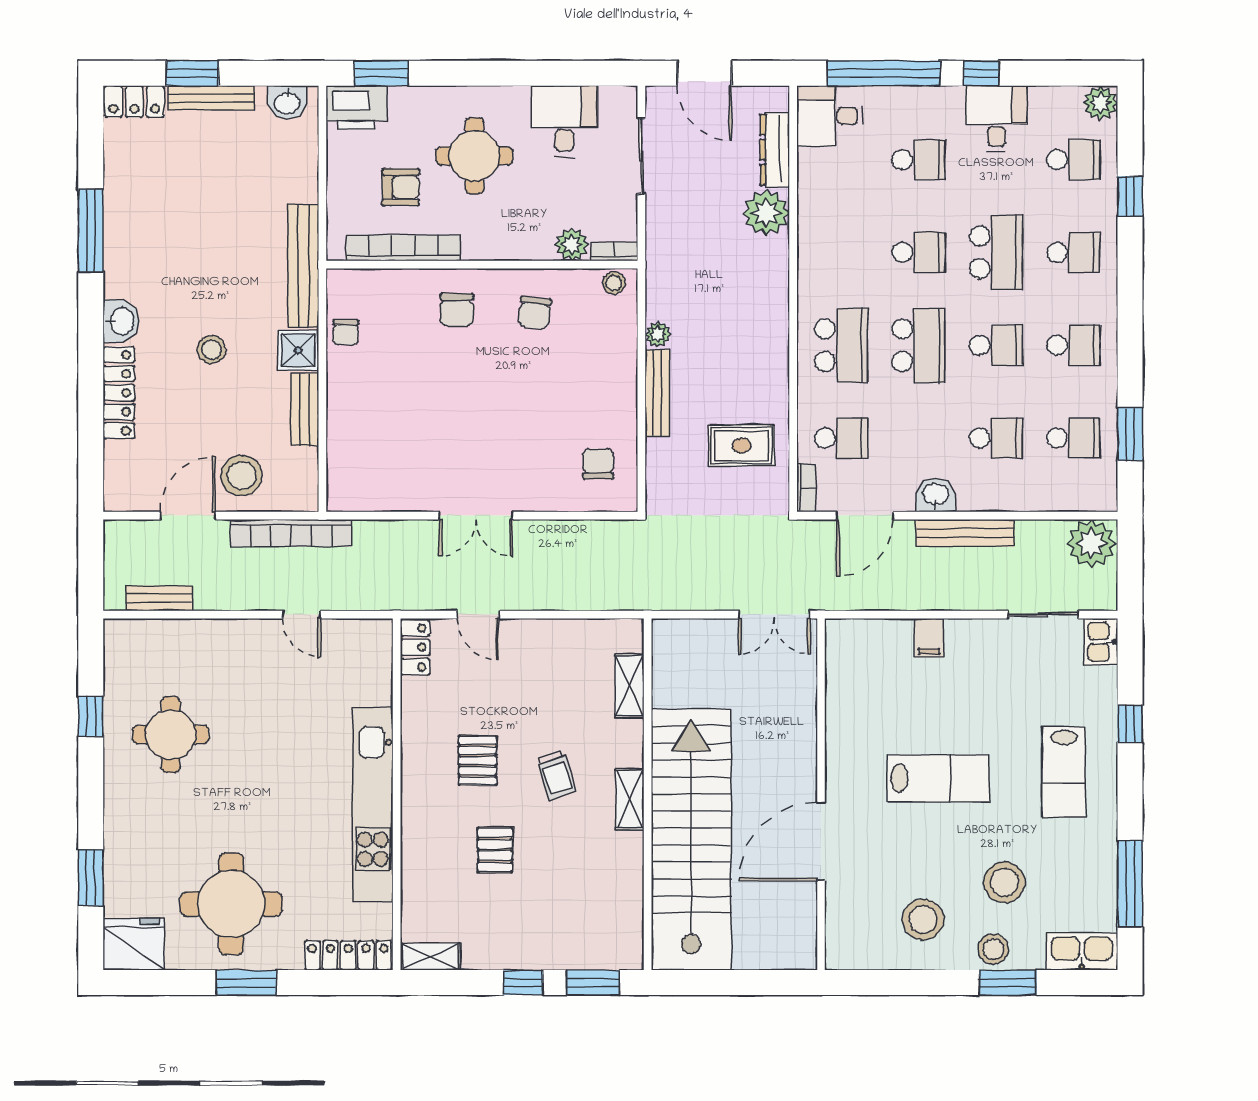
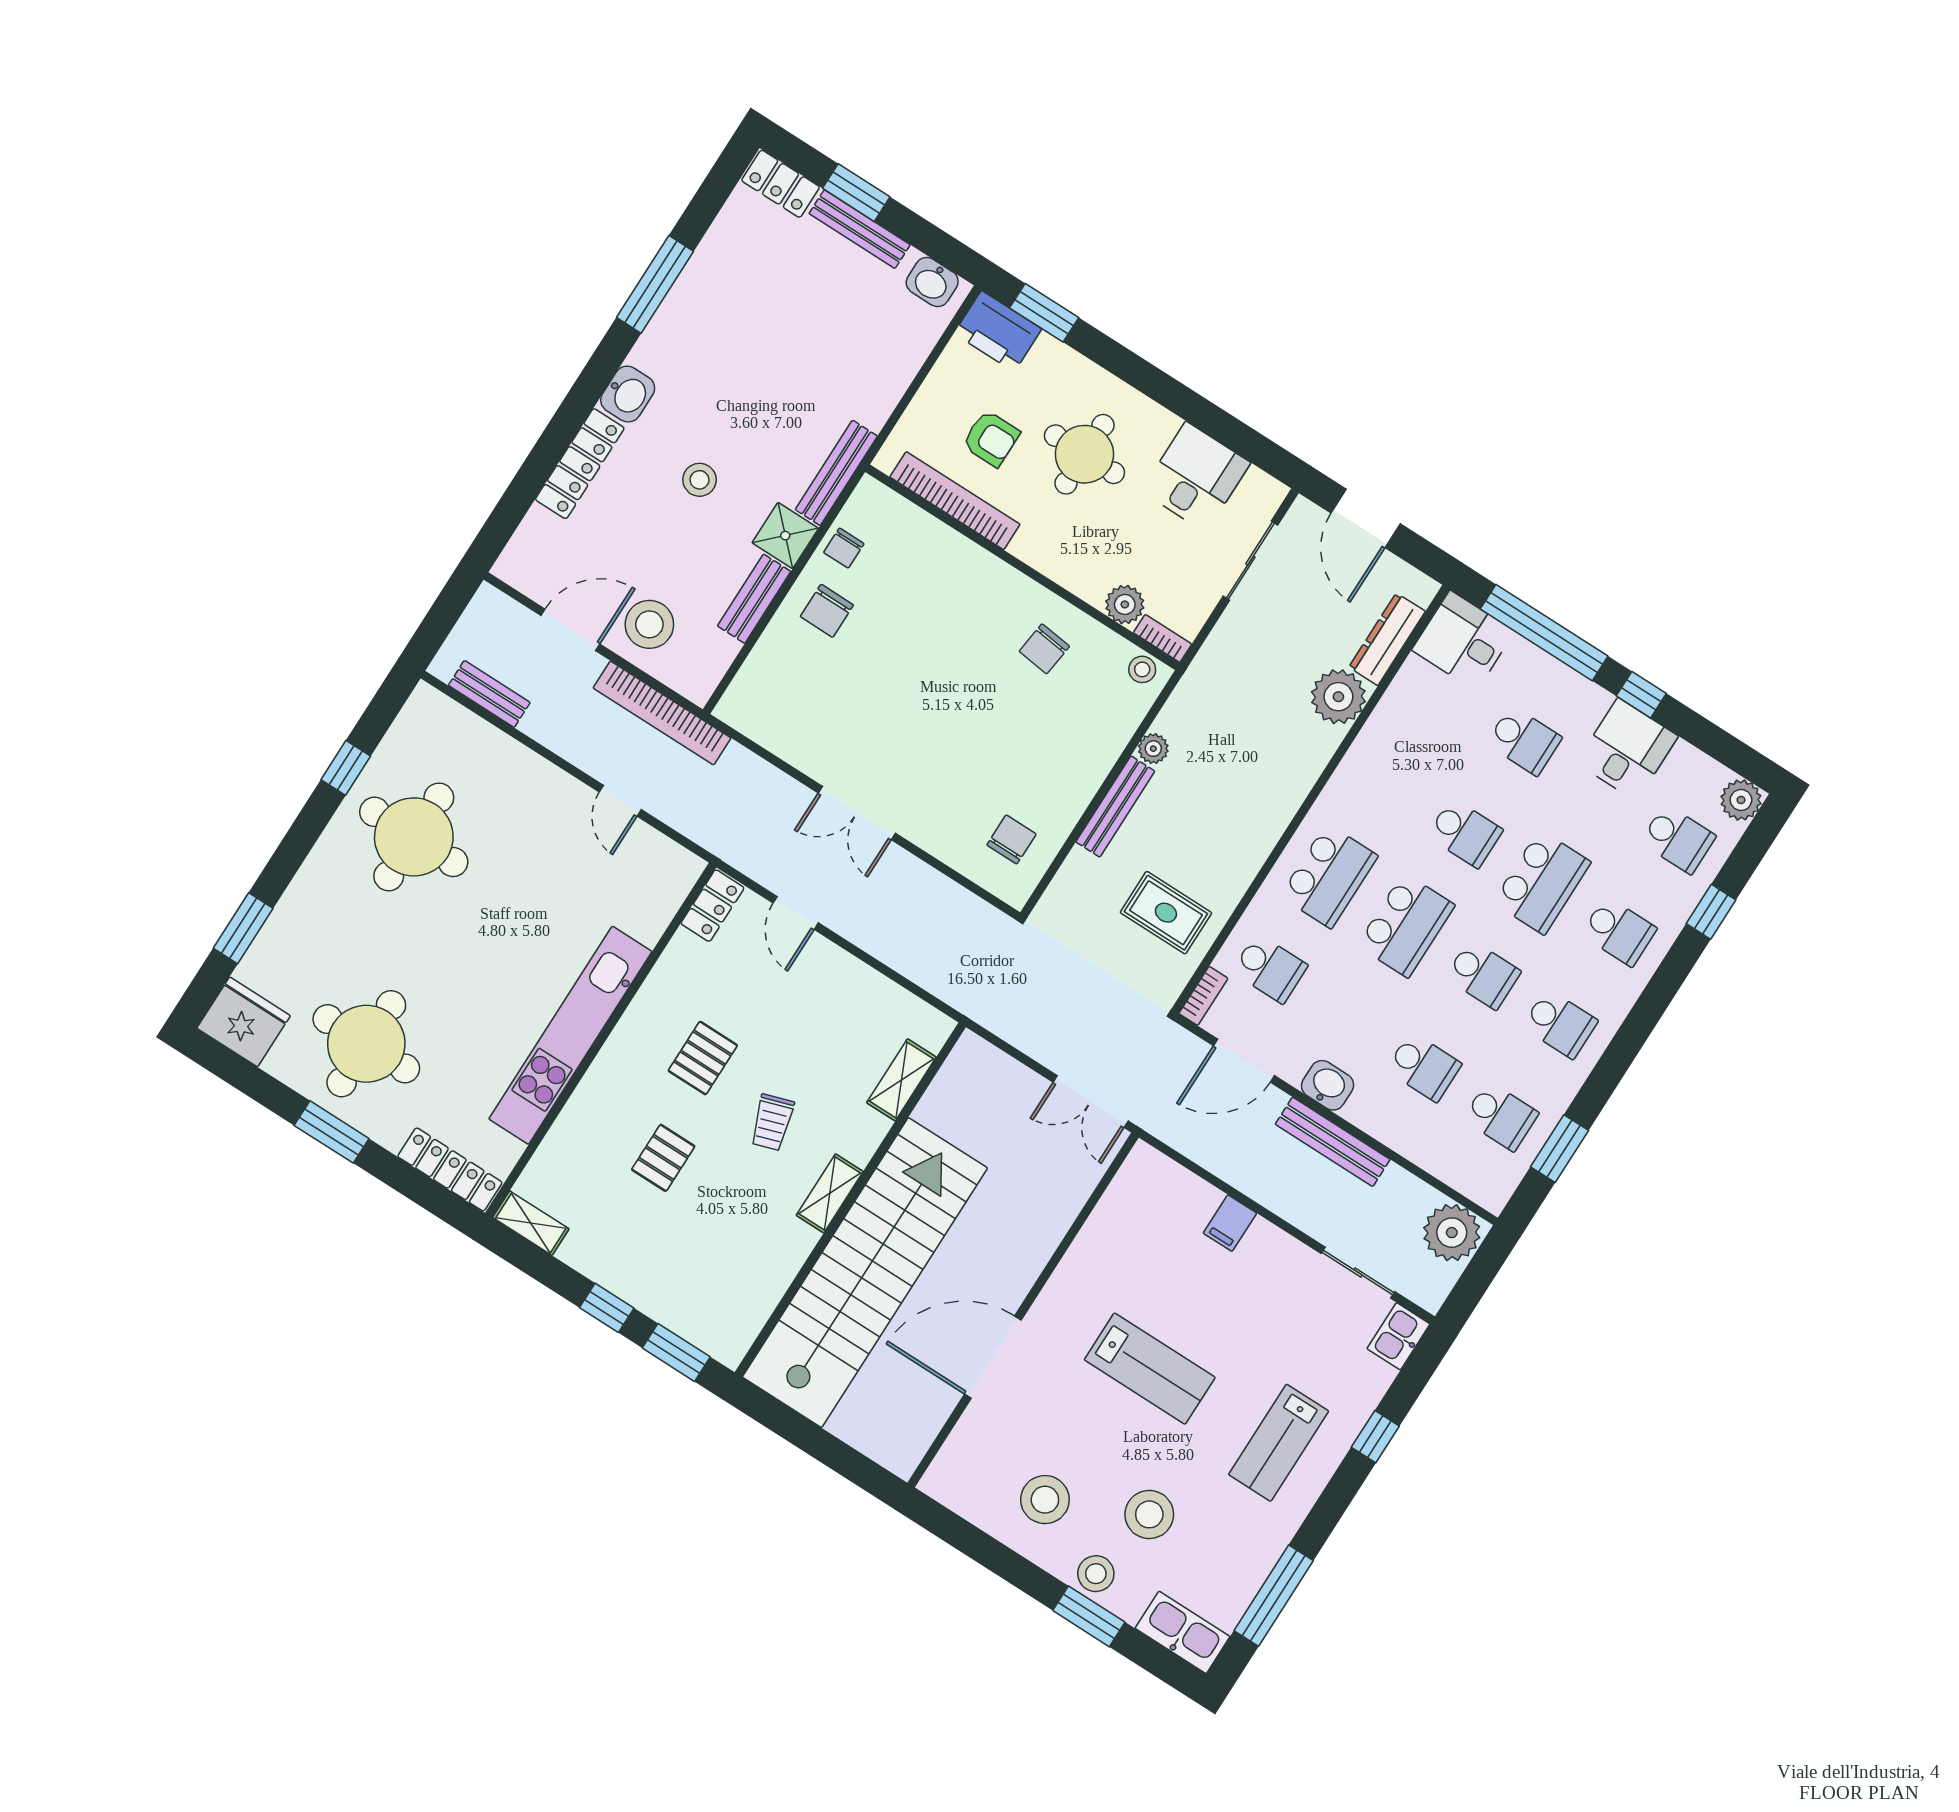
bench: (303, 266) -> (836, 473), width x0.73, depth x0.82
chair: (457, 310) -> (827, 611), moved
round table: (171, 735) -> (414, 837), width x1.36, depth x1.36

